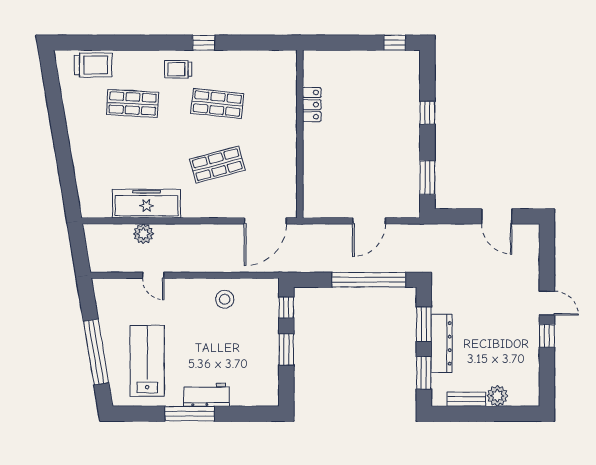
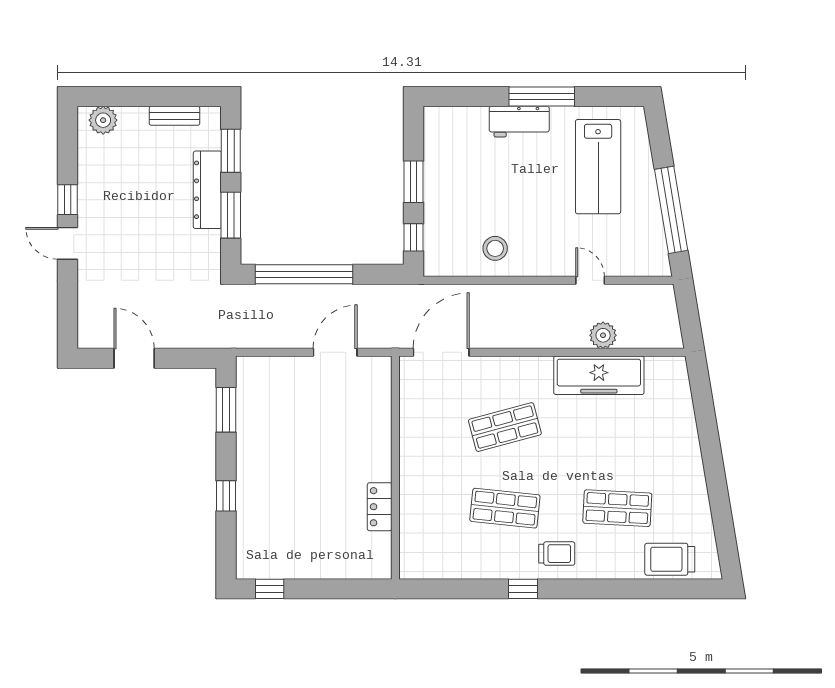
door: (369, 221) -> (335, 352), moved
window: (96, 352) -> (671, 210), moved
plant: (497, 396) -> (103, 120), moved

